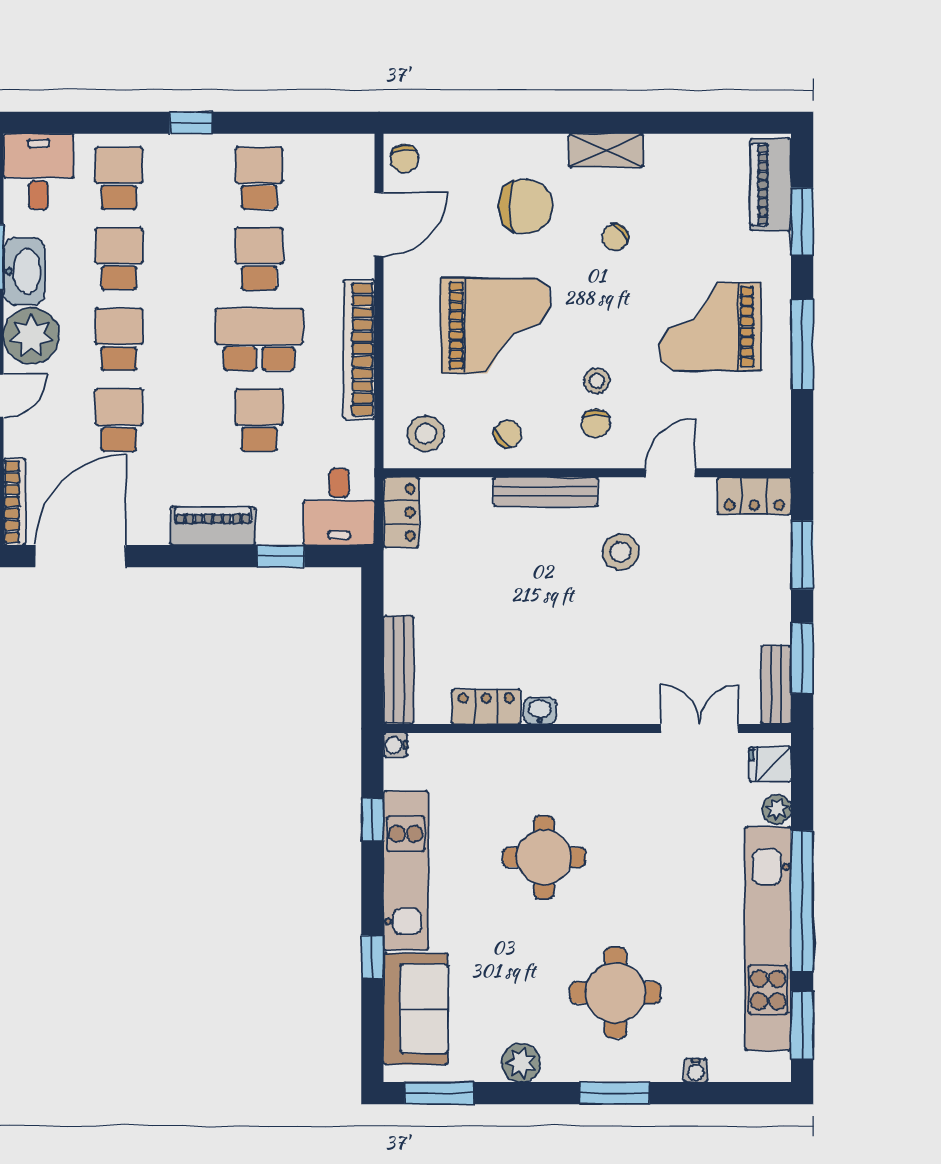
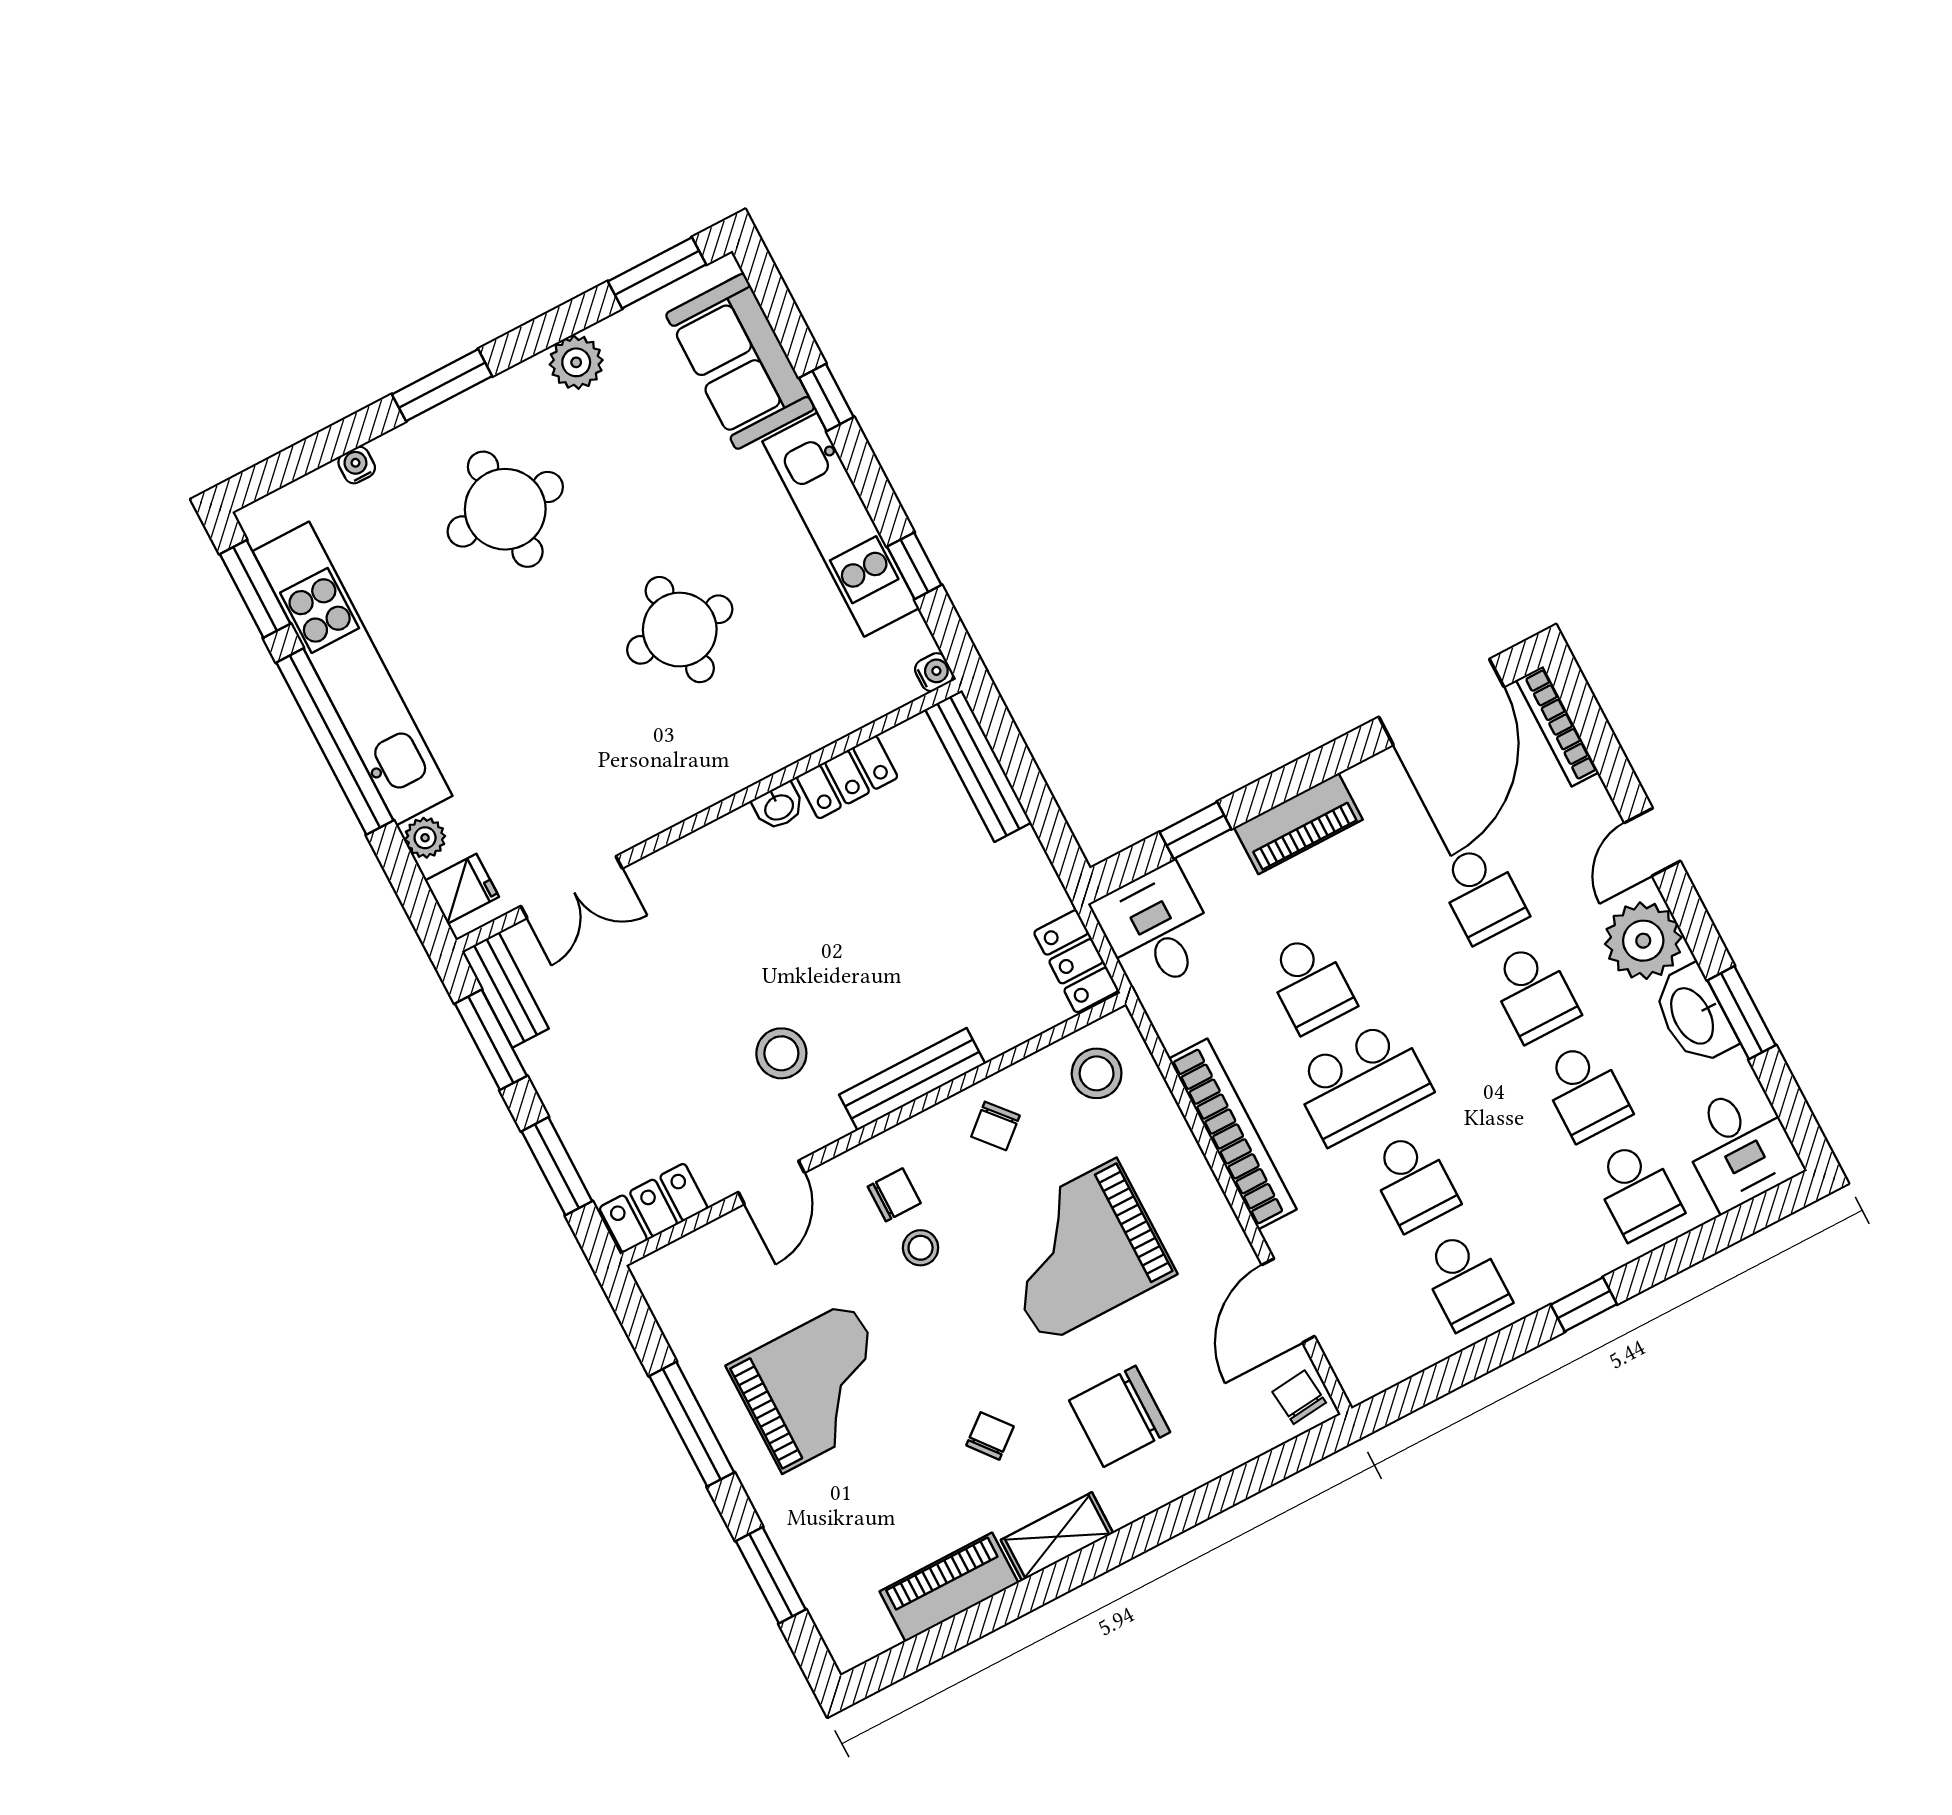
piano: (771, 185) -> (949, 1587), moved, turned -90
chair: (596, 424) -> (894, 1195), turned 90

